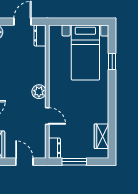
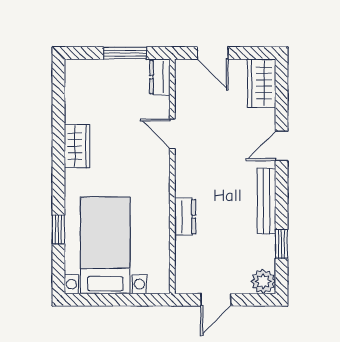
dresser: (40, 36) -> (185, 217), moved
plant: (39, 92) -> (187, 177), removed
wardrobe: (102, 136) -> (77, 146), moved

